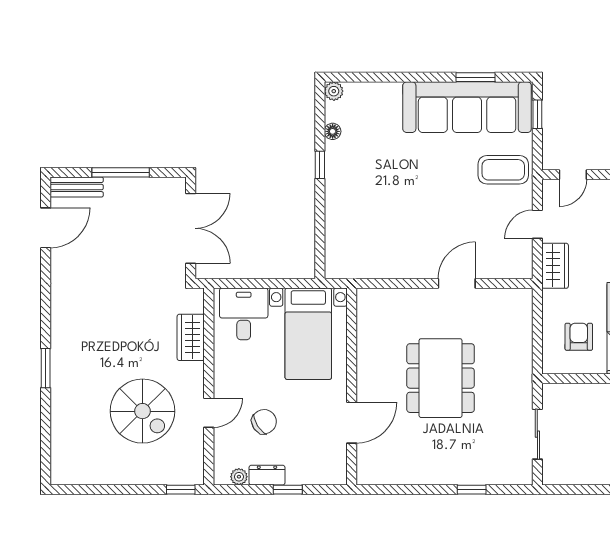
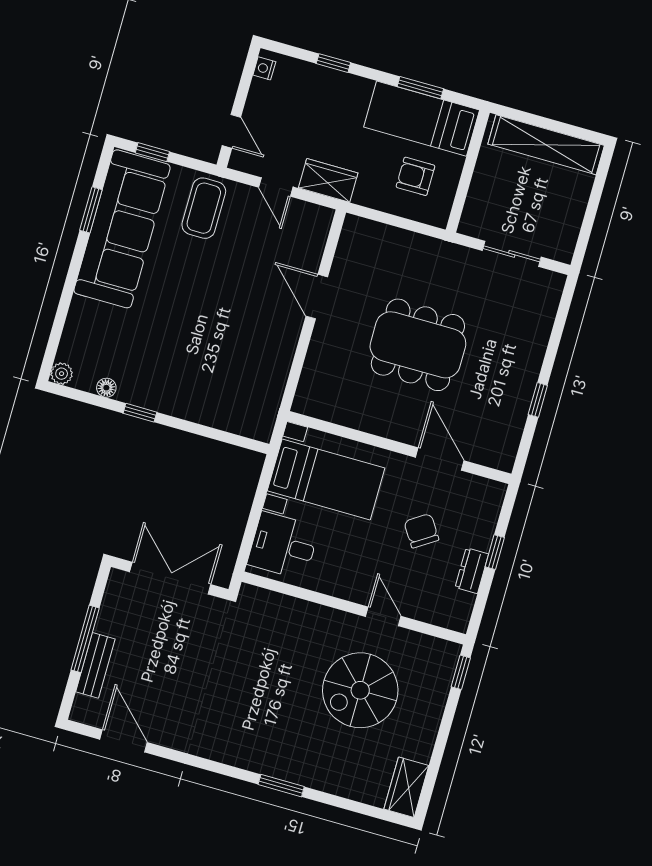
bench: (77, 187) -> (95, 665), moved
wardrobe: (191, 337) -> (406, 787), moved, turned 90
spiral stairs: (142, 411) -> (360, 690), turned 180
chair: (264, 422) -> (421, 531), moved
plant: (239, 477) -> (465, 603), removed
window: (472, 490) -> (538, 400), moved

